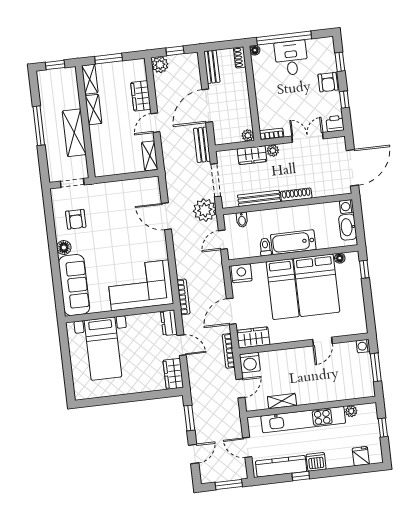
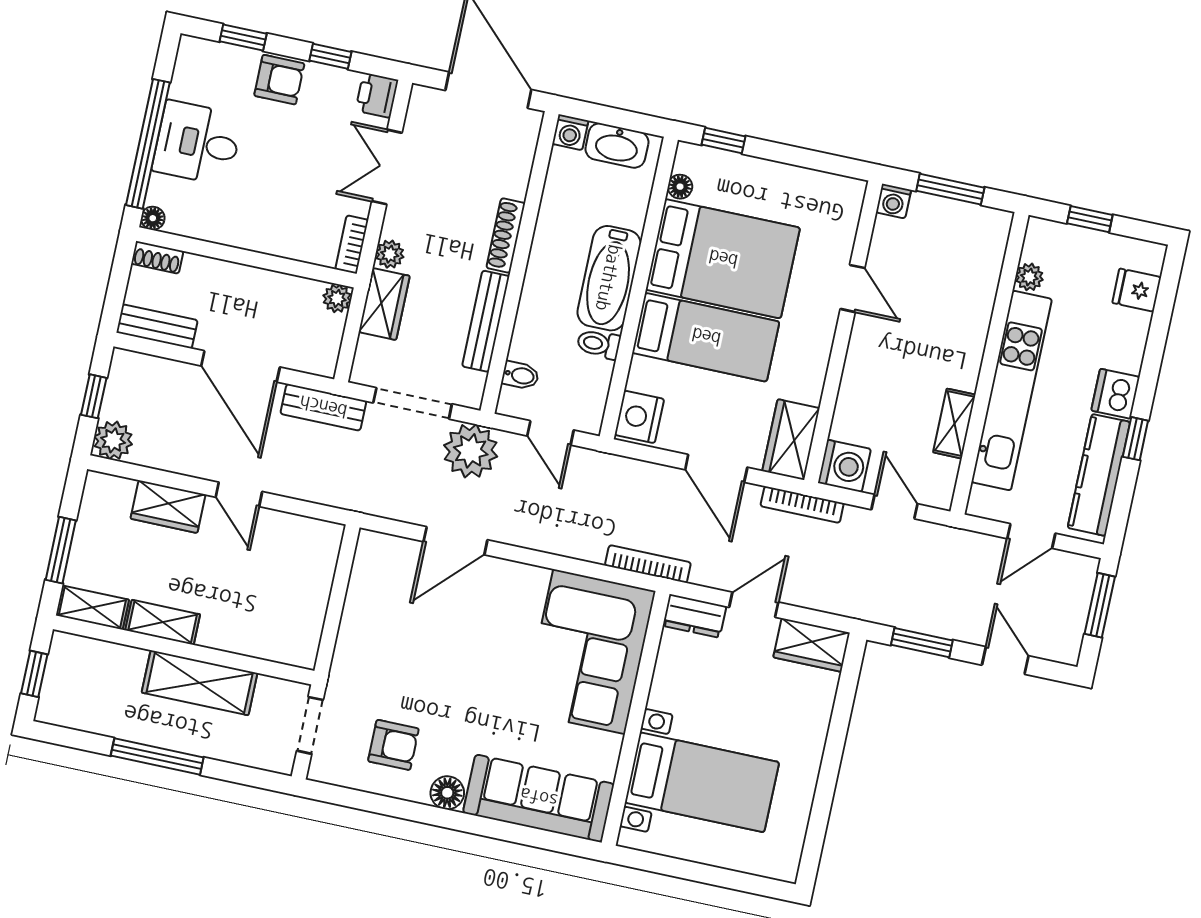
shelving: (150, 156) -> (308, 532), removed

